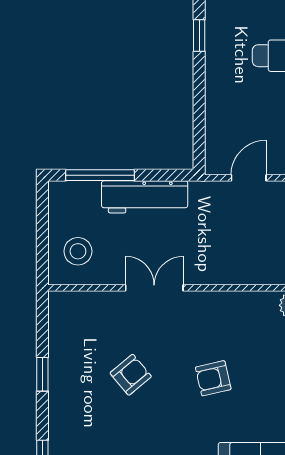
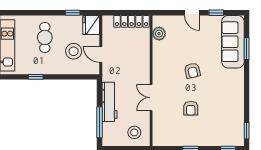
stool: (255, 119) -> (74, 51), added
armchair: (131, 375) -> (191, 108), turned -140

